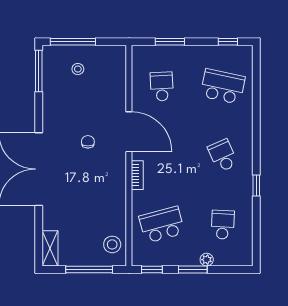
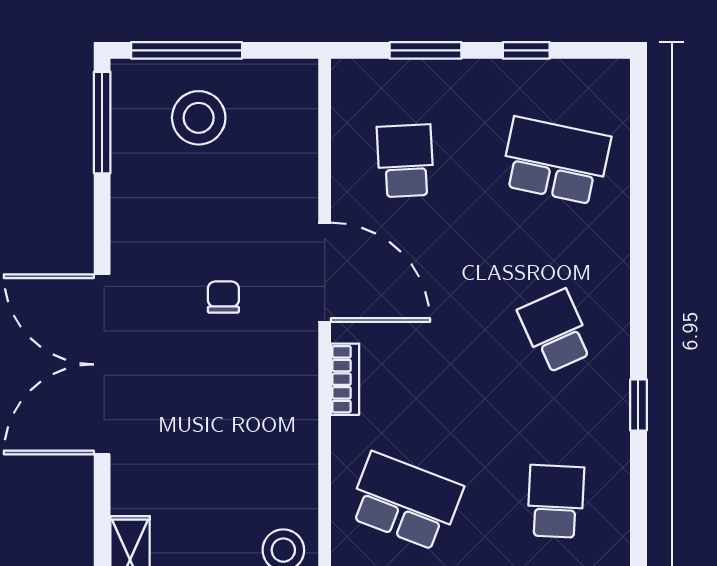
window: (228, 42) -> (526, 50), moved
stool: (78, 69) -> (199, 118), width x1.89, depth x1.89
school desk: (162, 225) -> (405, 501), turned 36

